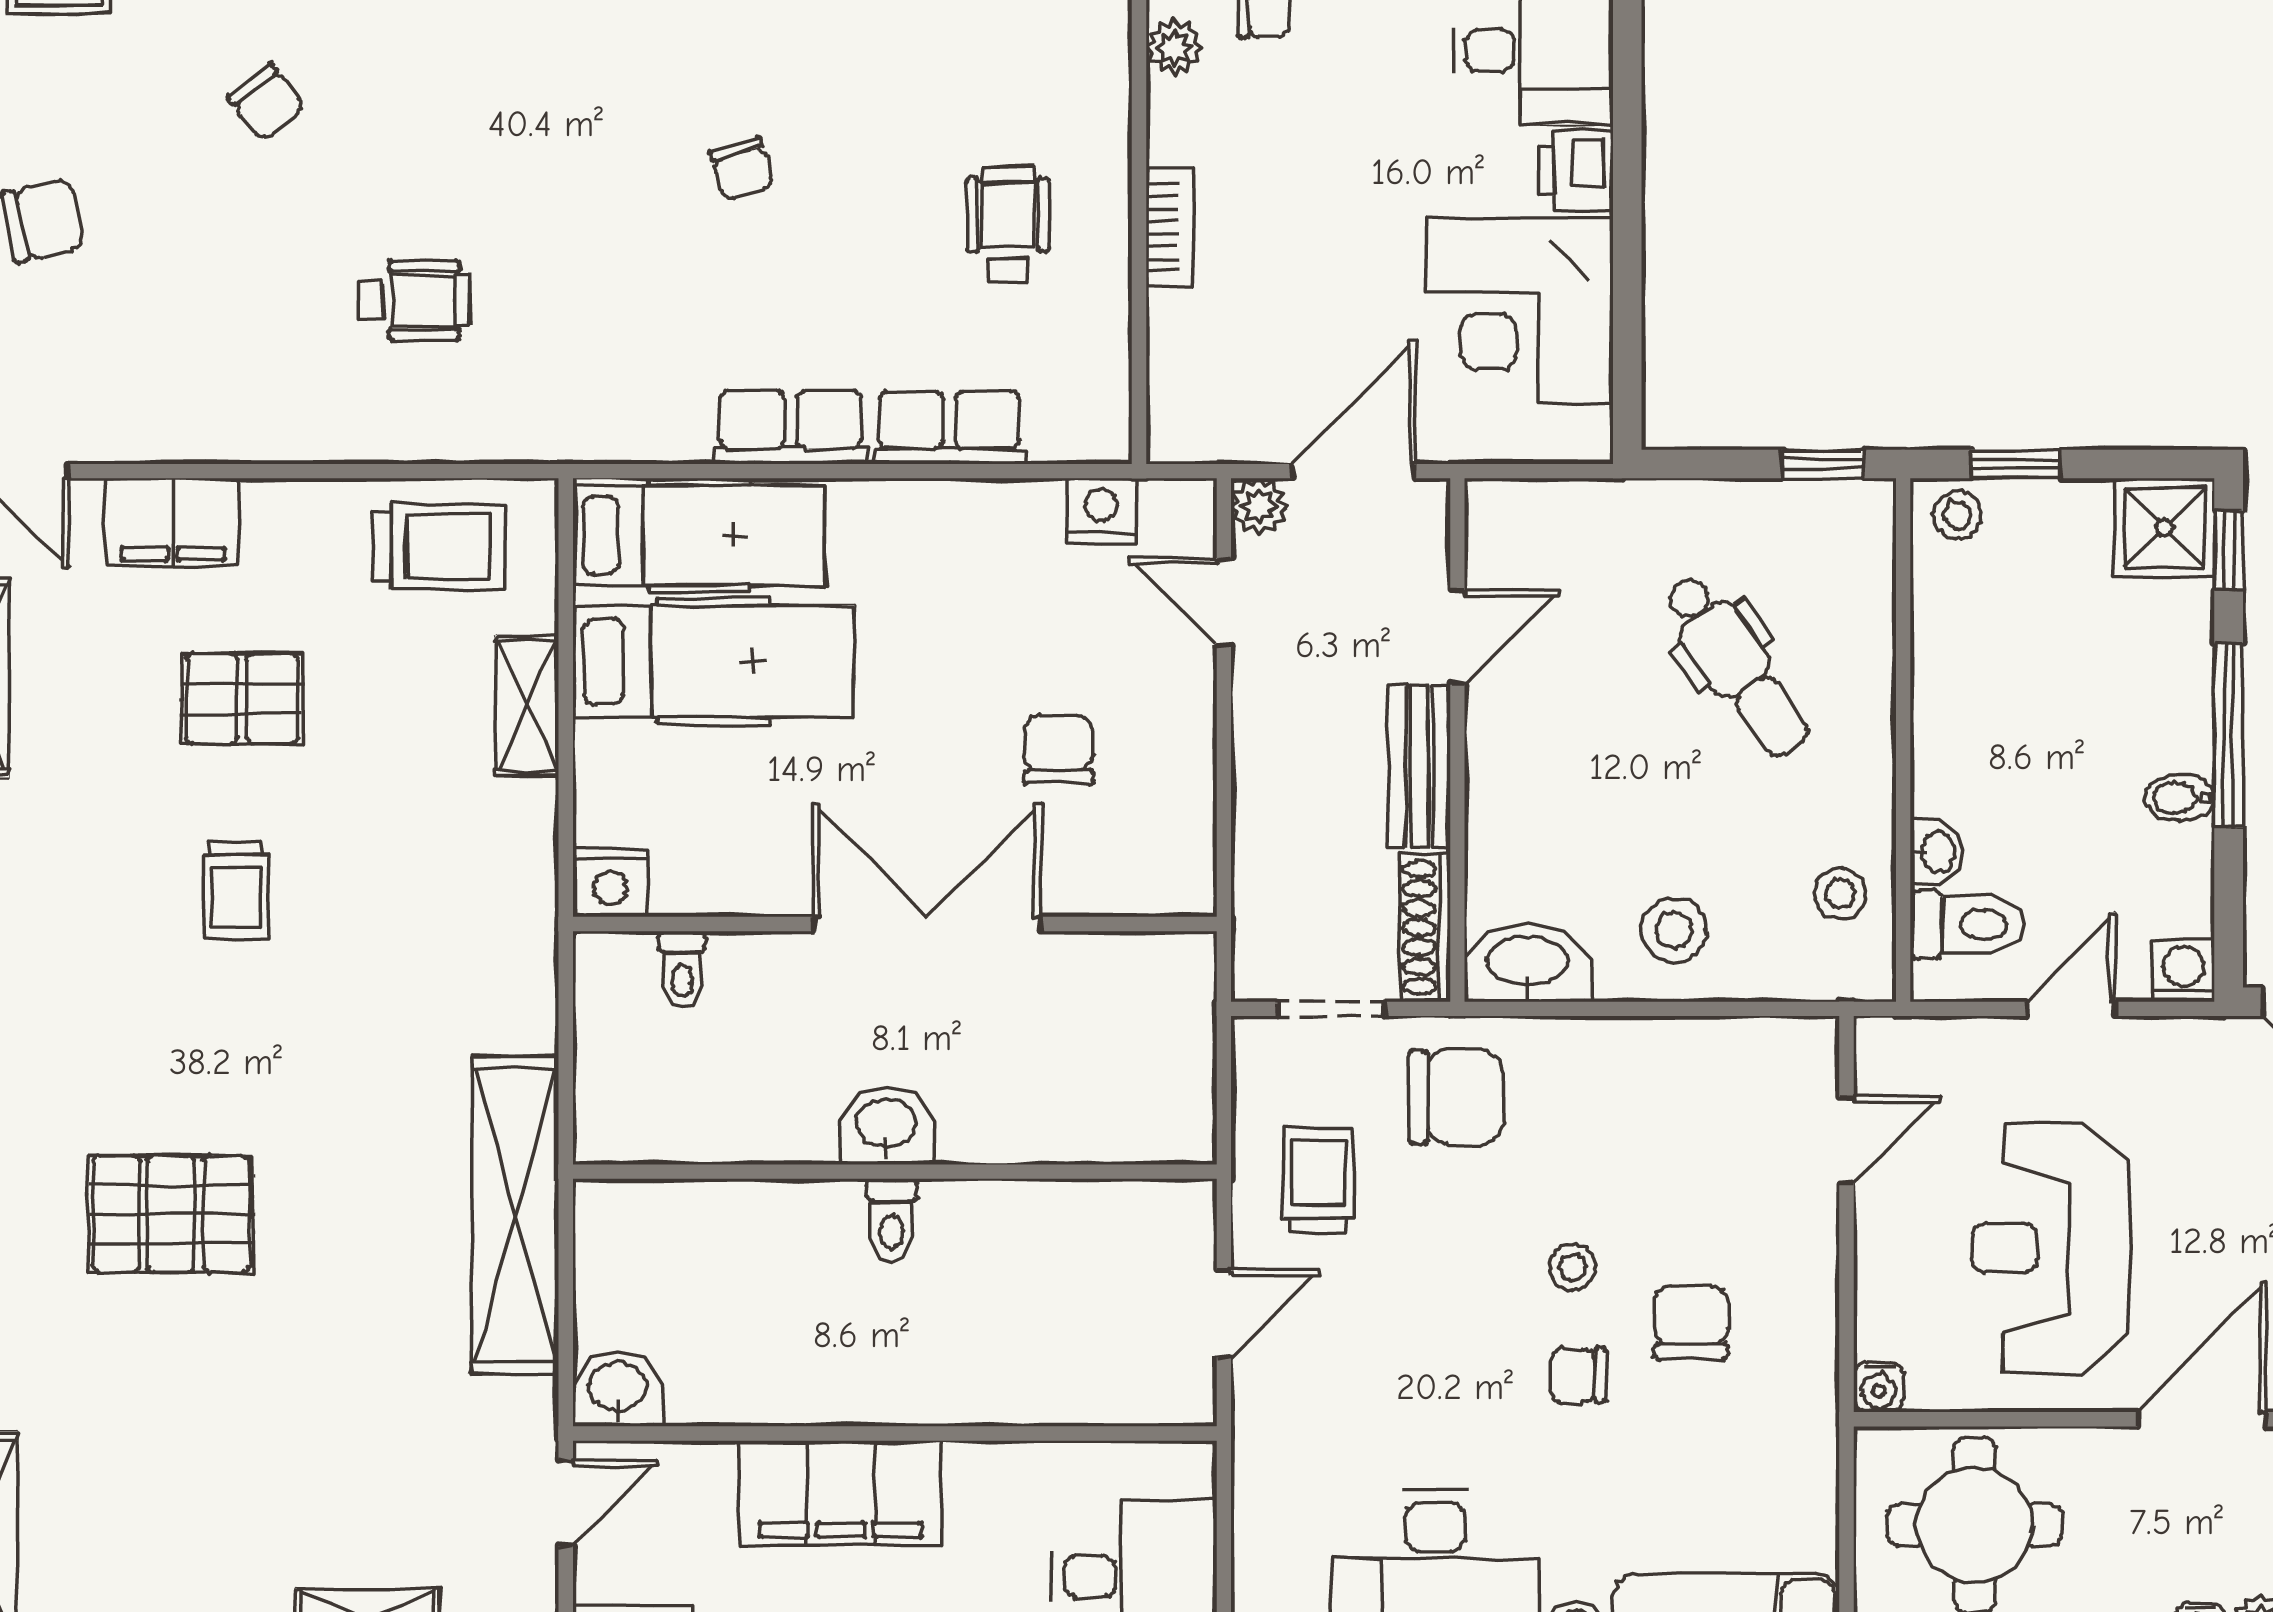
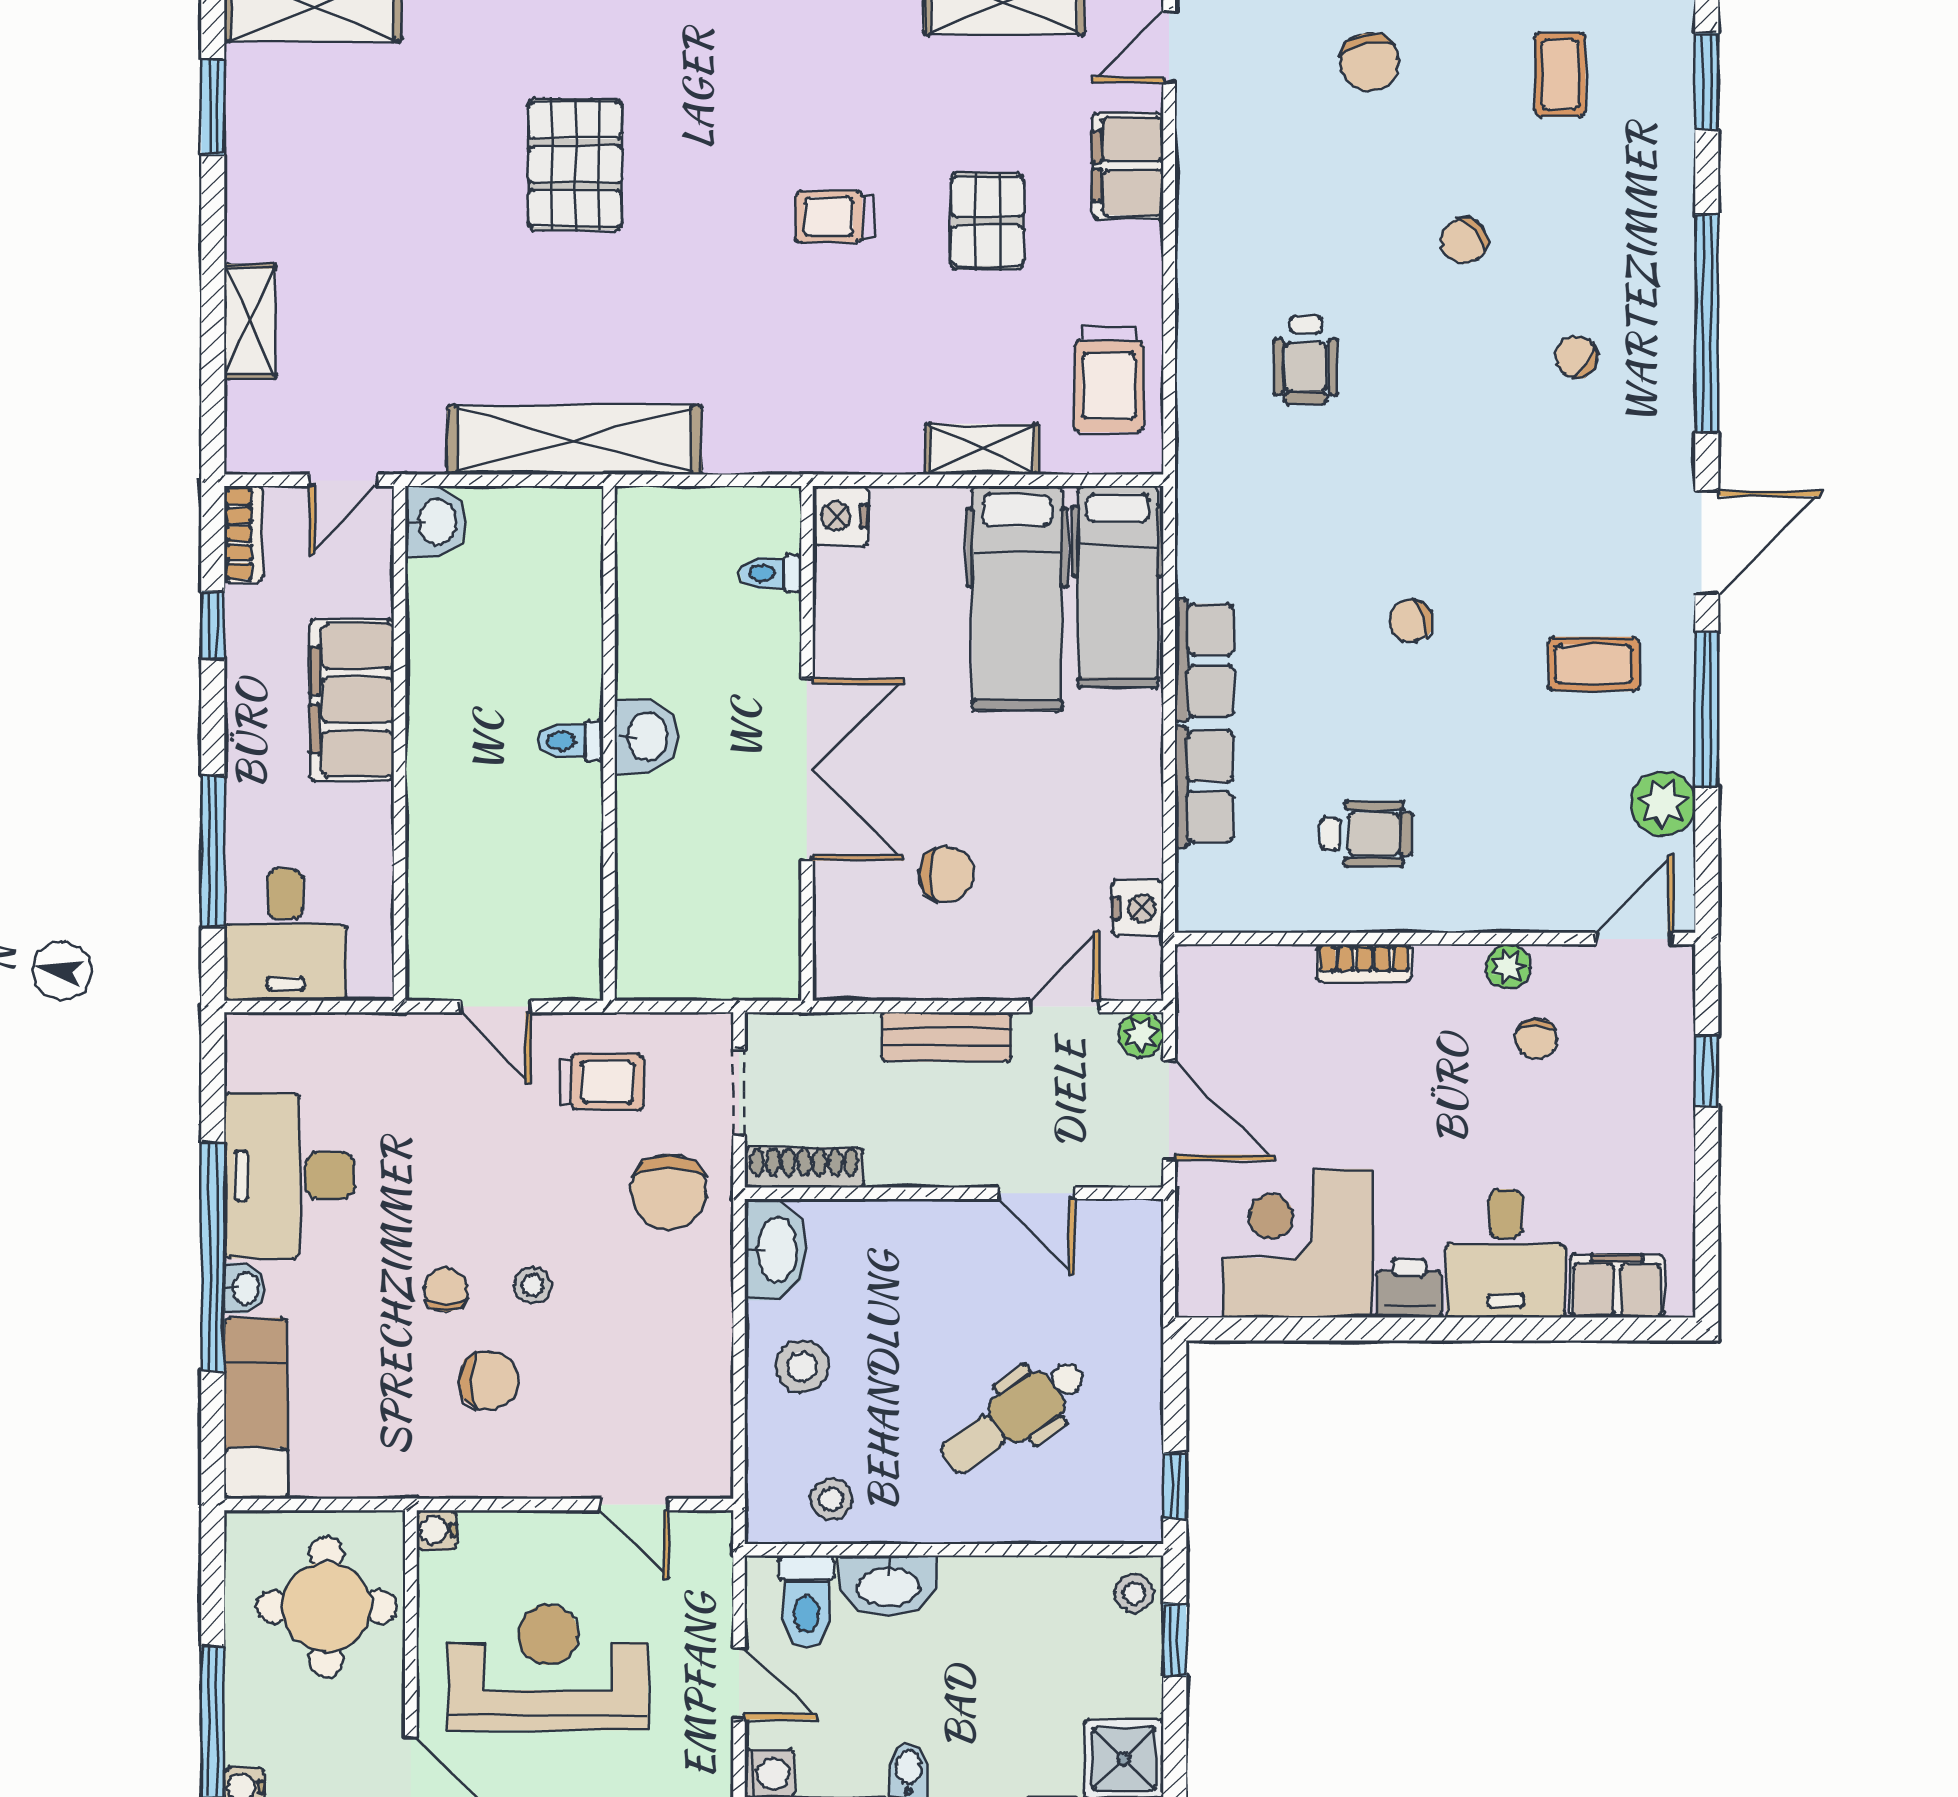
bench: (1419, 767) -> (947, 1037), moved
washbasin: (1936, 852) -> (888, 1585), width x1.91, depth x1.45
door: (566, 1503) -> (344, 480), hinge flipped

